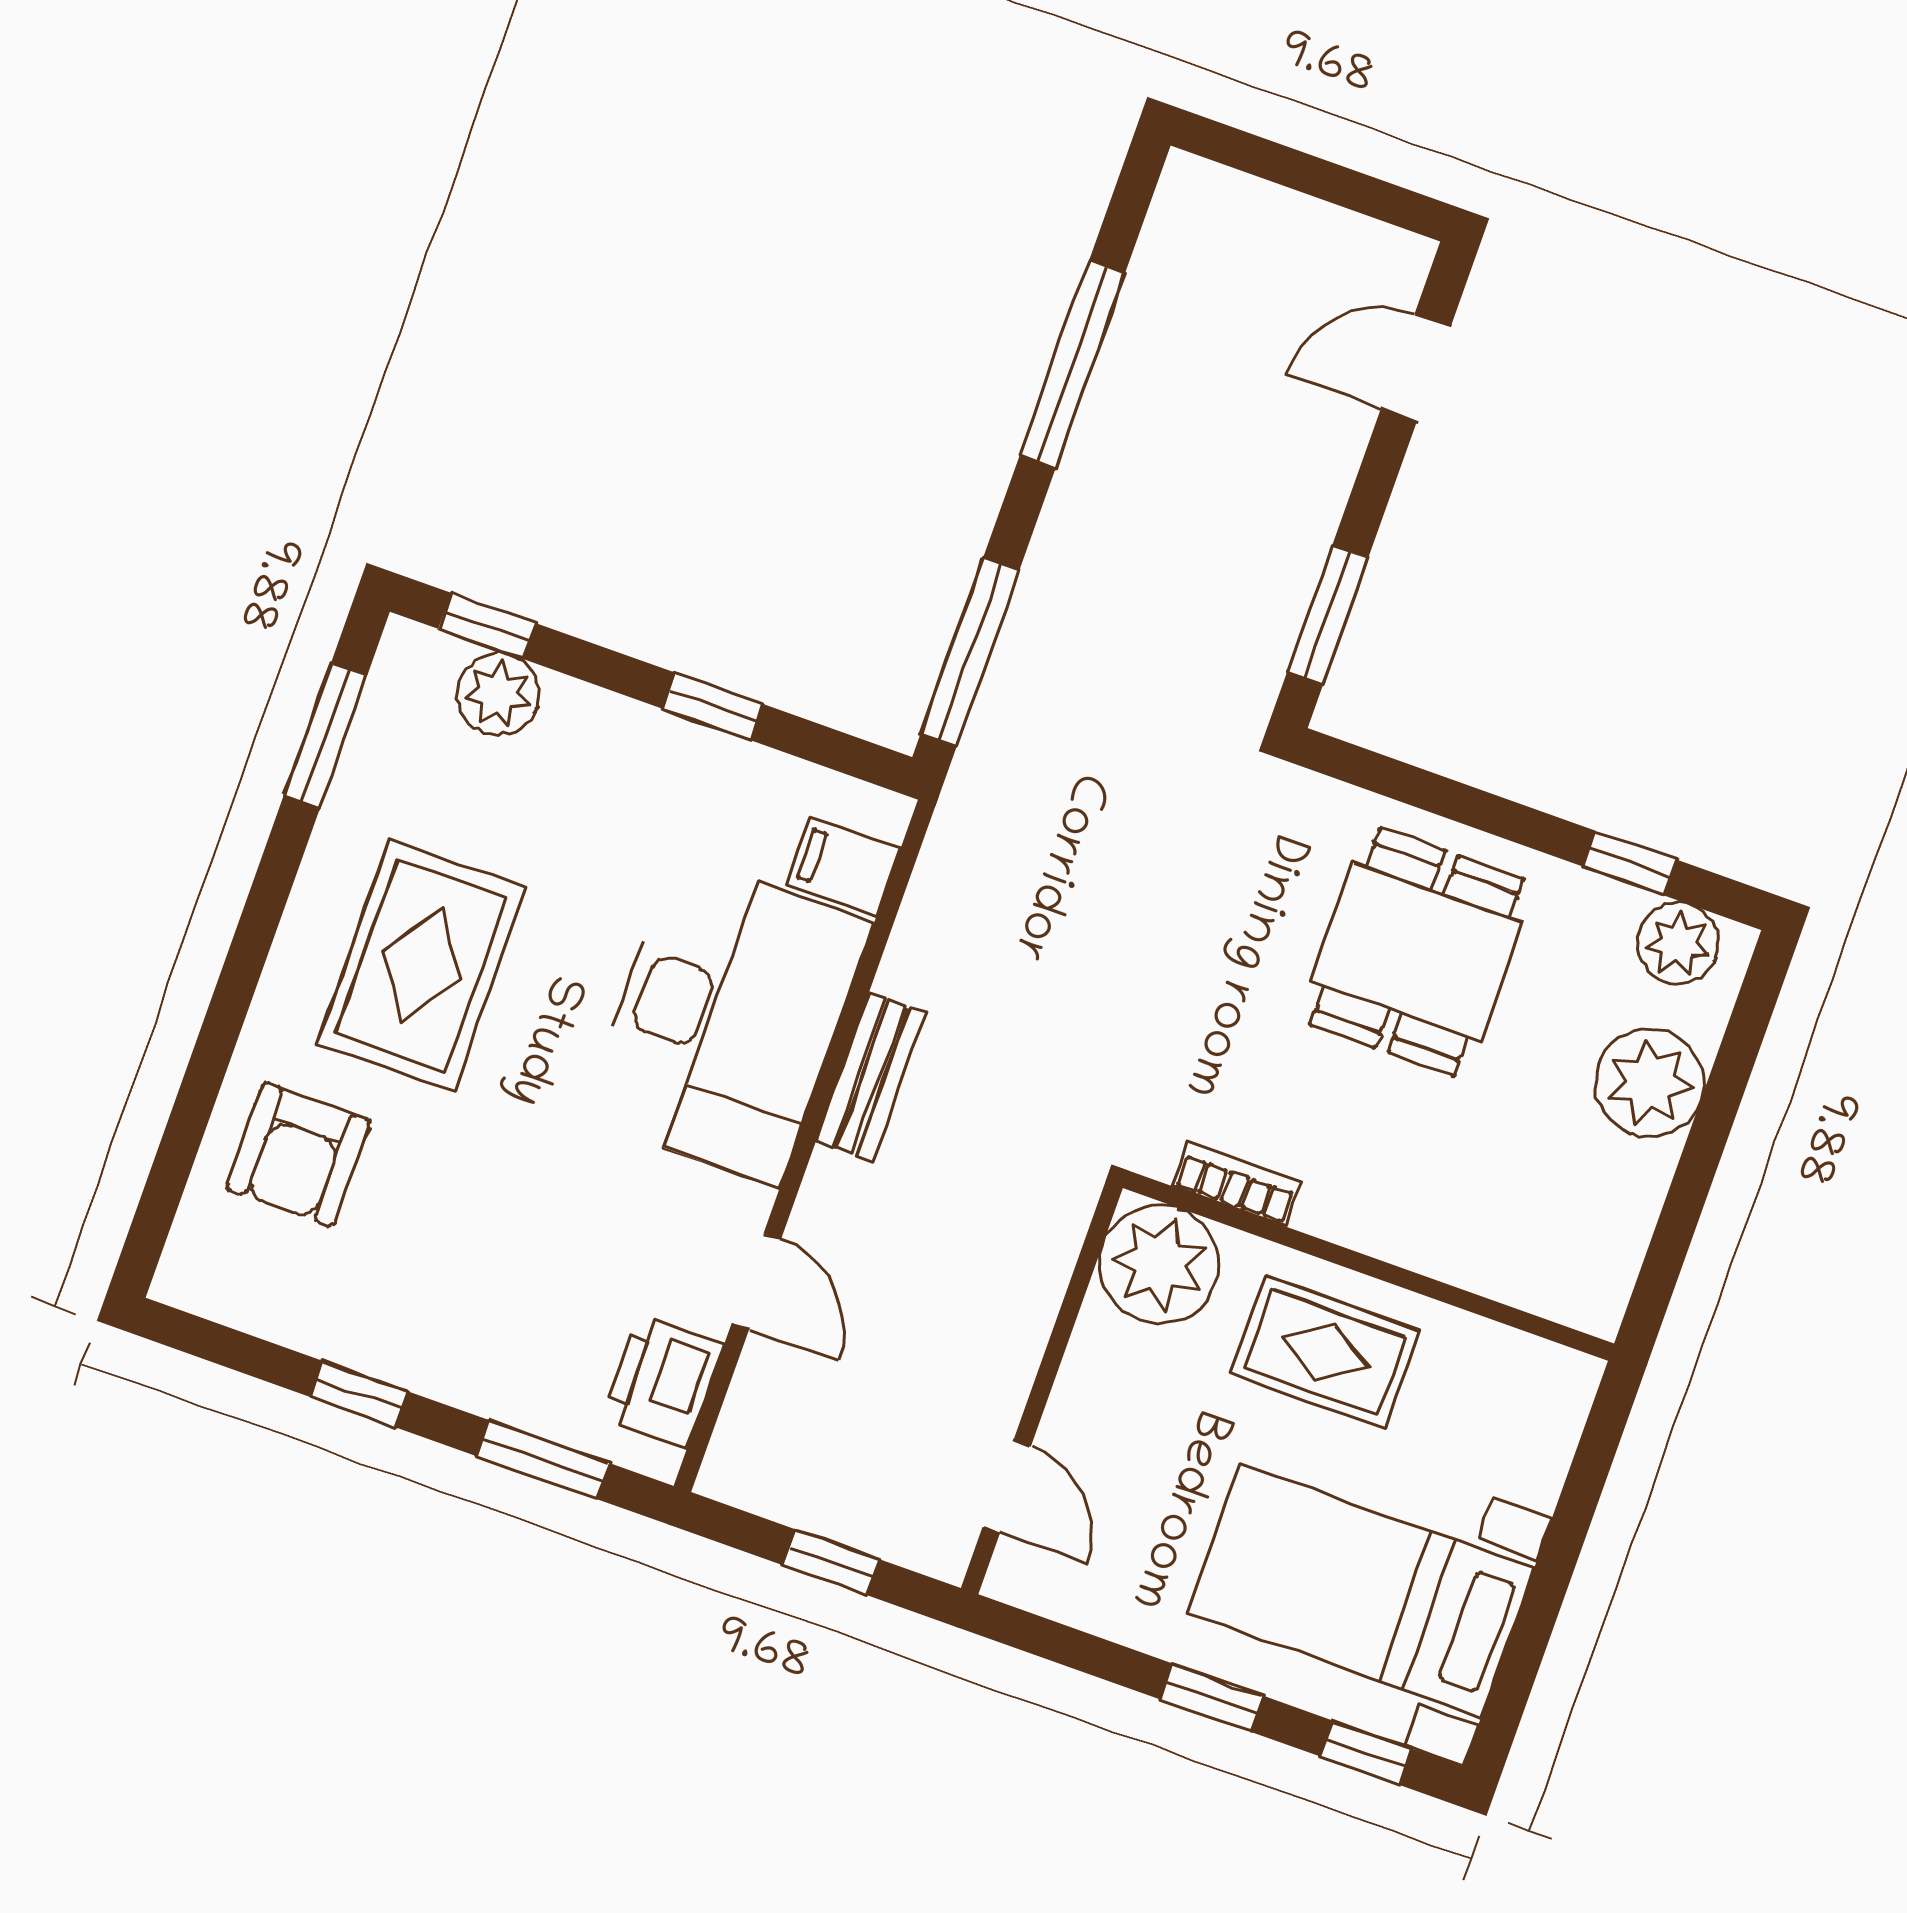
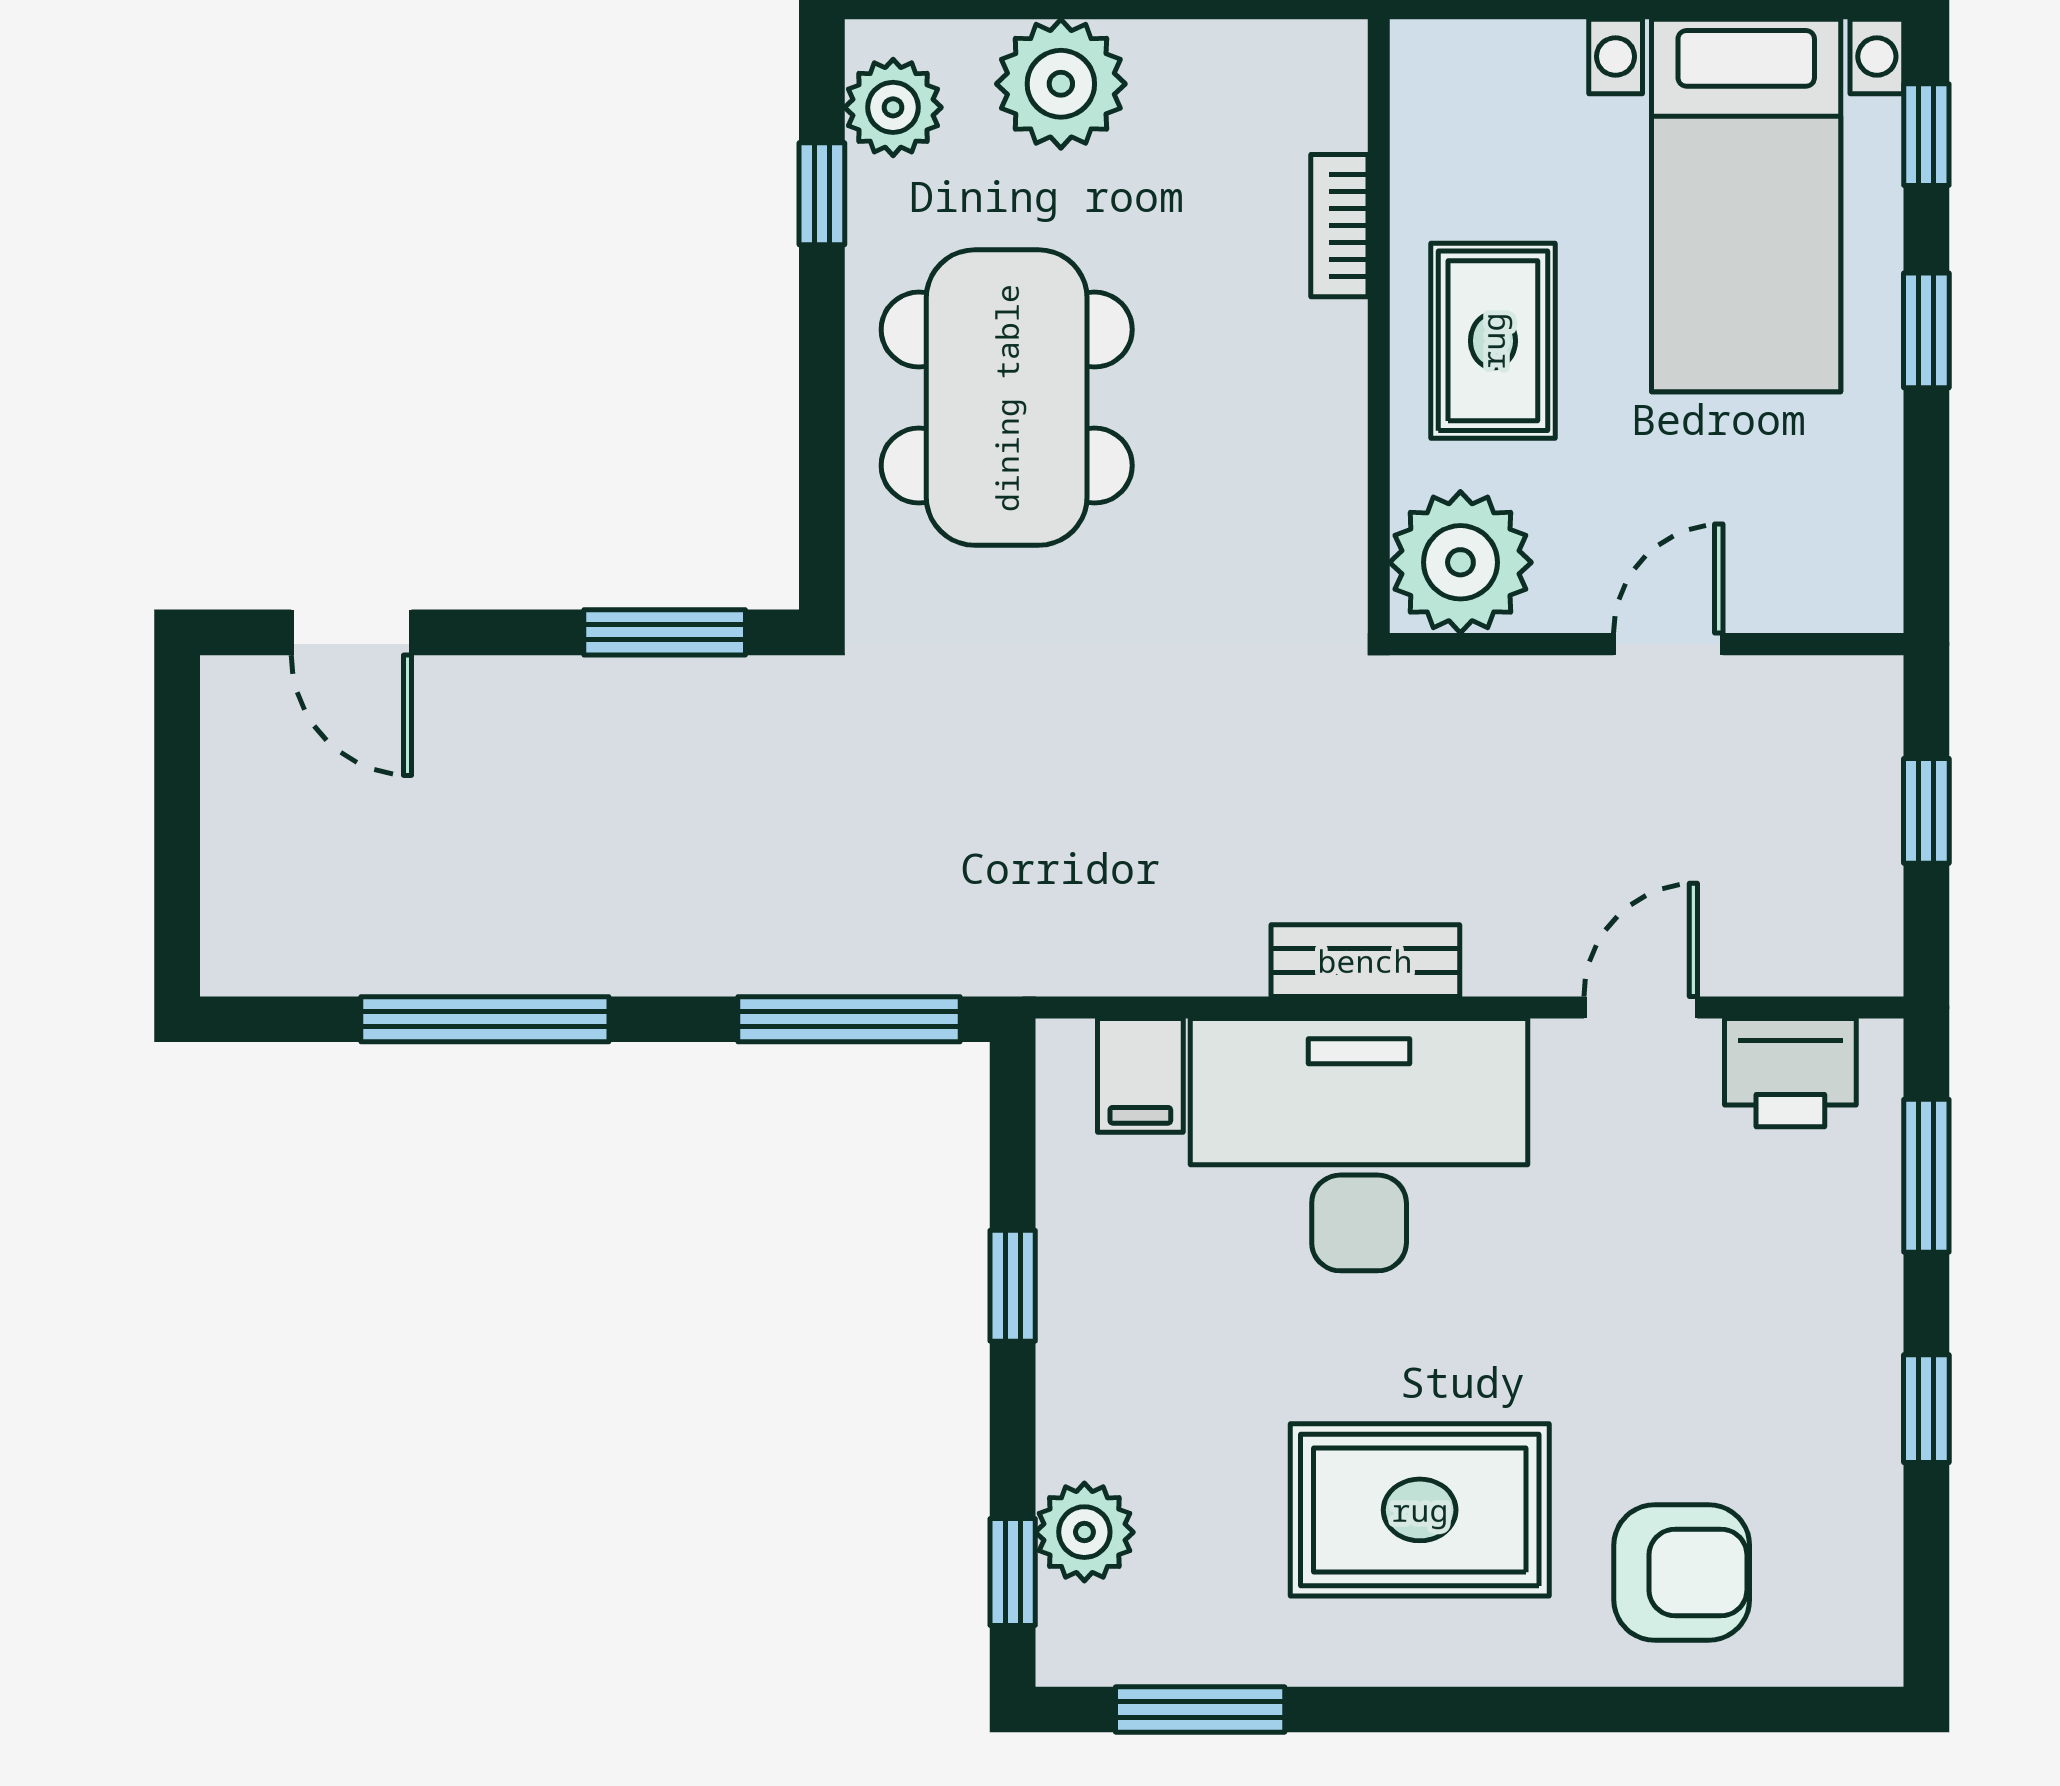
dining table: (1417, 952) -> (1007, 398), width x1.37
bookcase: (1236, 1184) -> (1339, 226), moved
door: (1007, 1487) -> (1668, 644), moved

